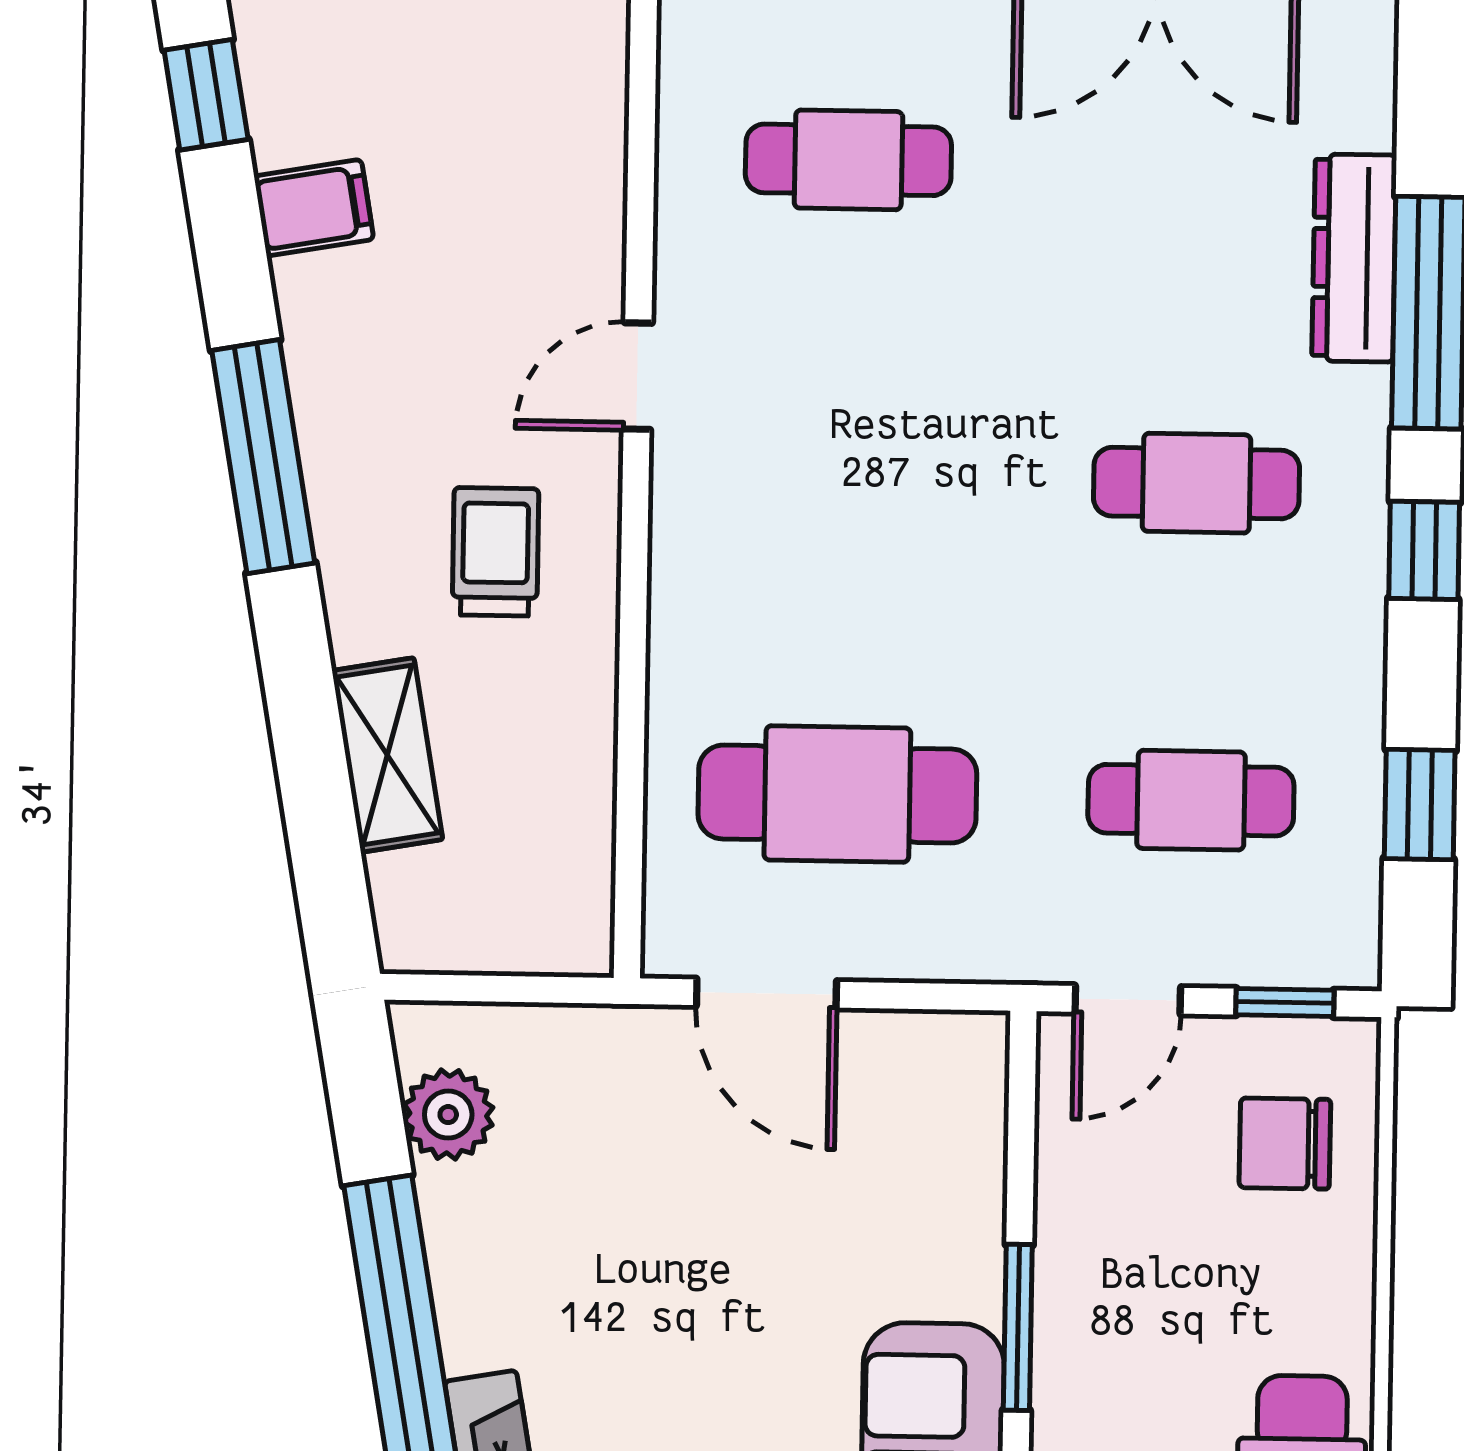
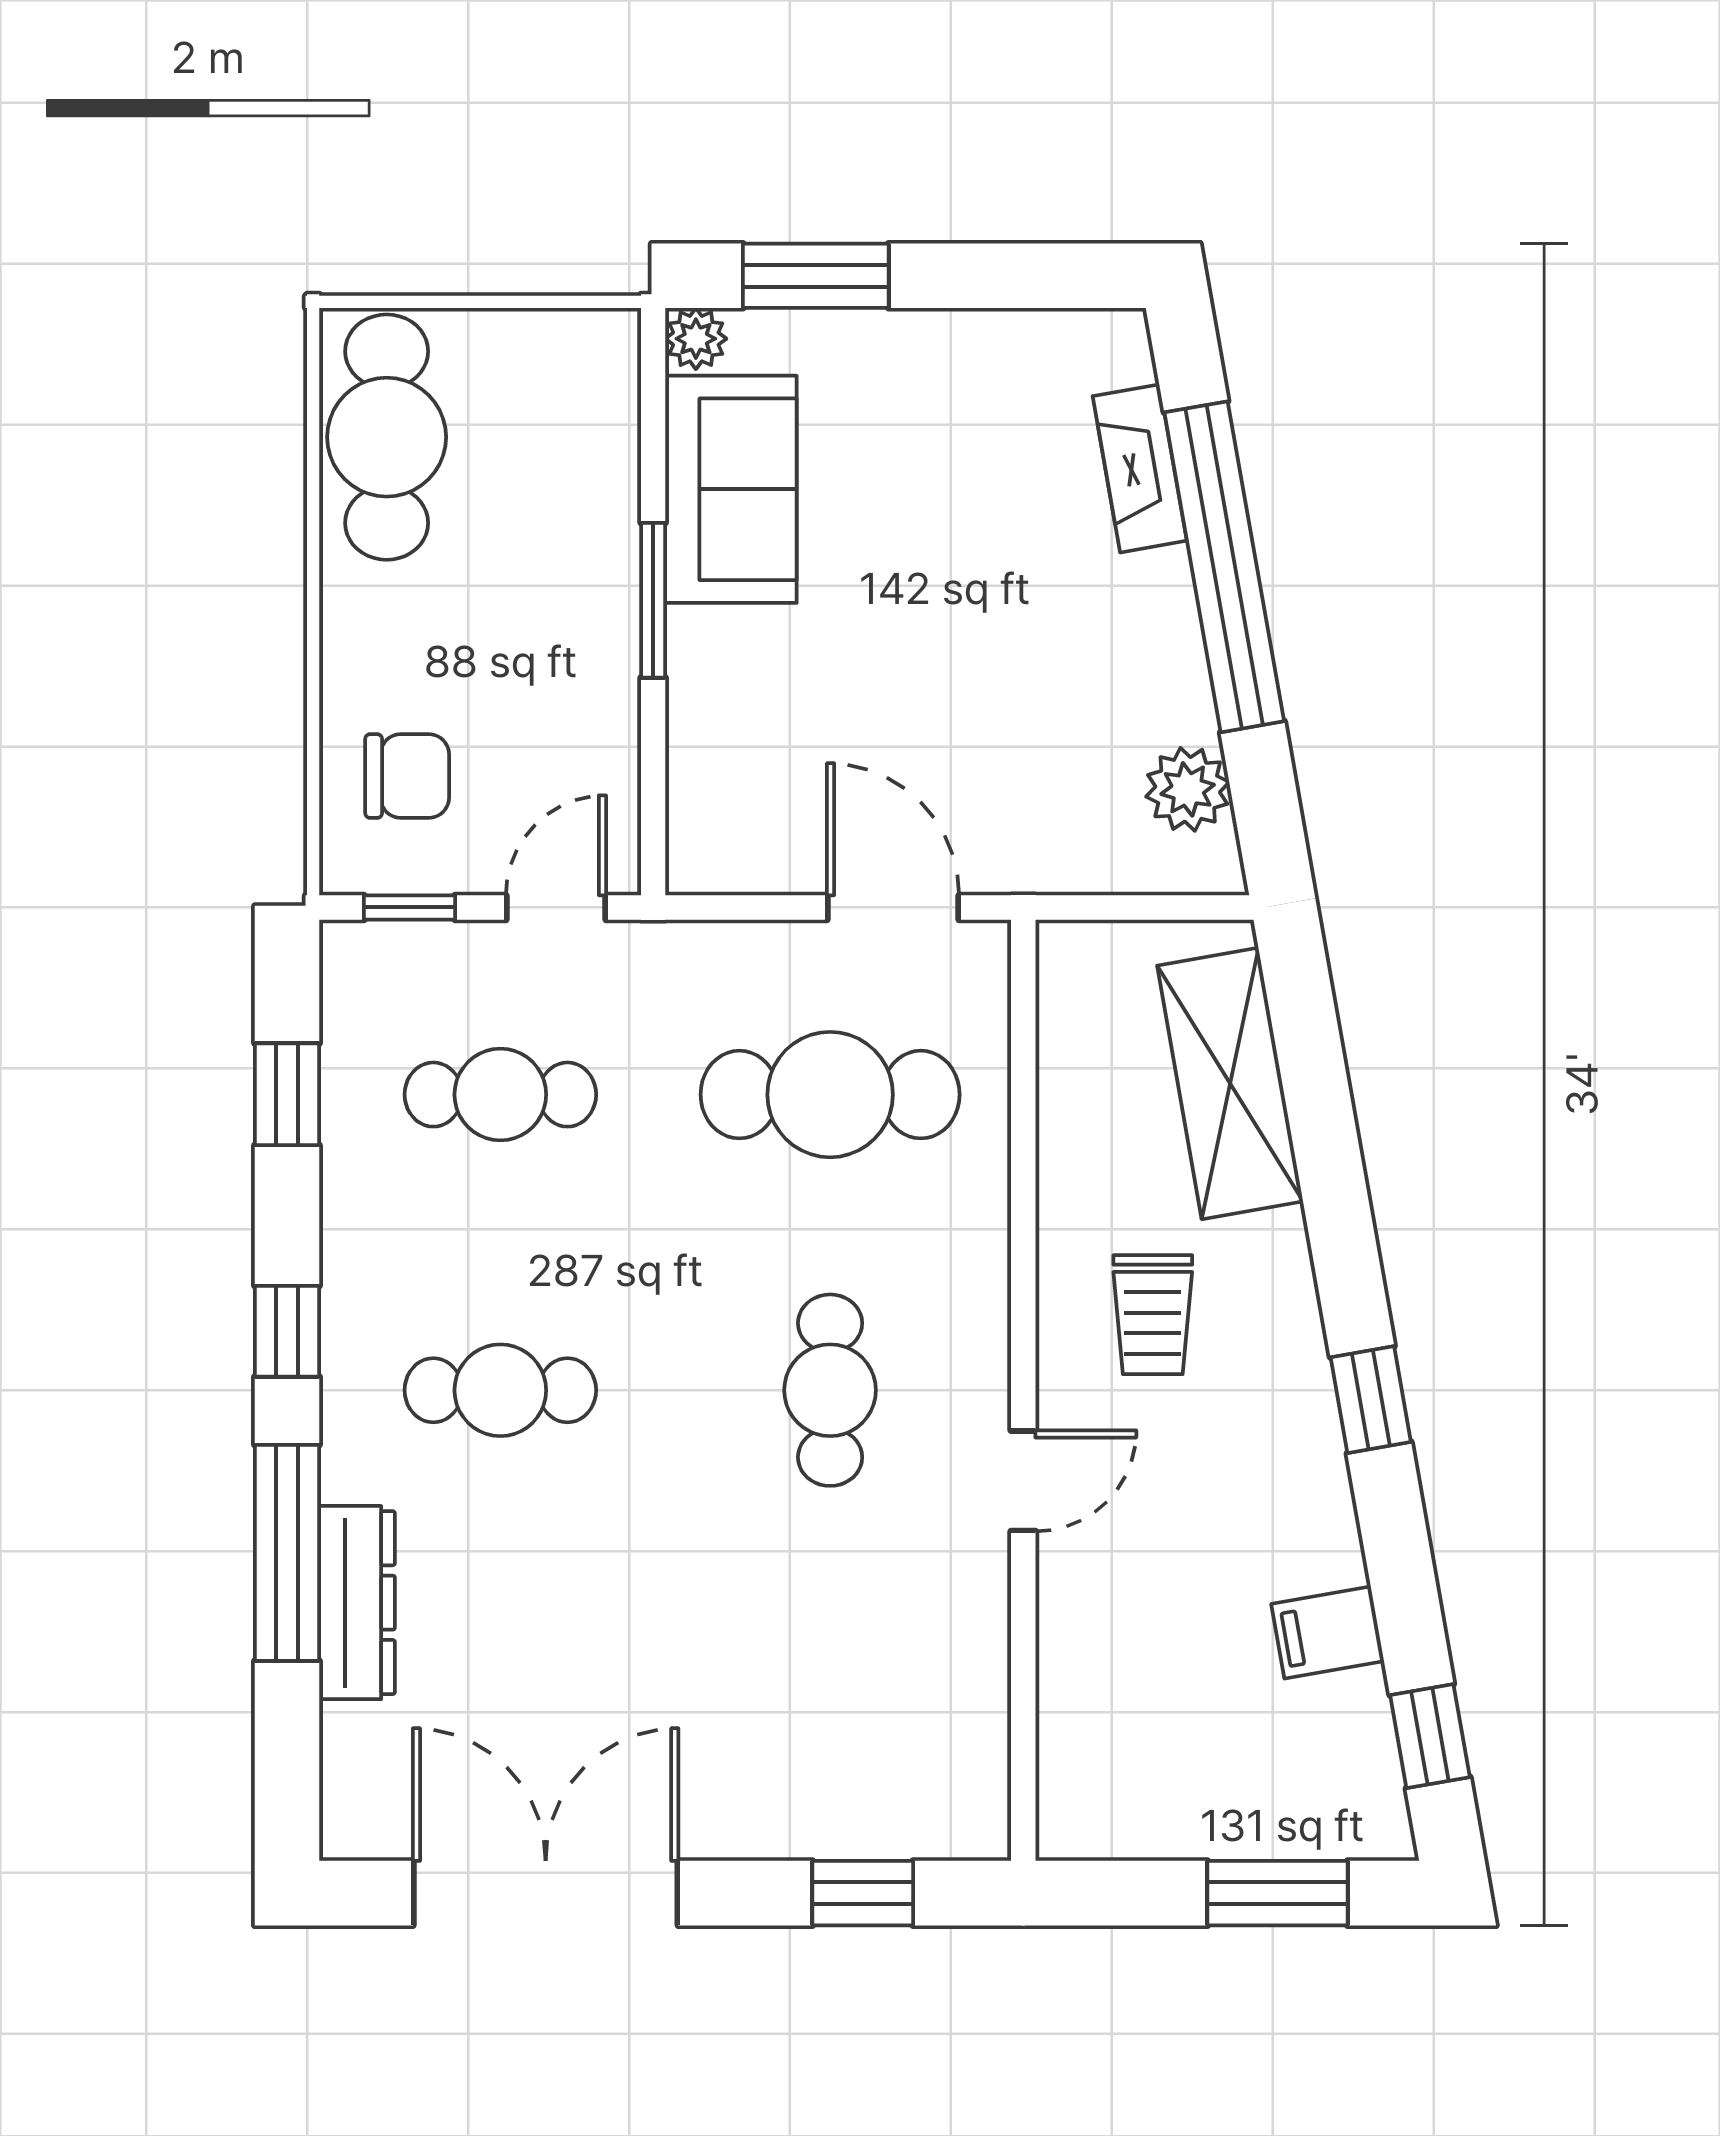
cafe table: (848, 160) -> (830, 1390), moved, turned 90
window: (263, 457) -> (1371, 1400), width x0.46
shelving: (387, 755) -> (1230, 1083), width x1.50, depth x1.33

